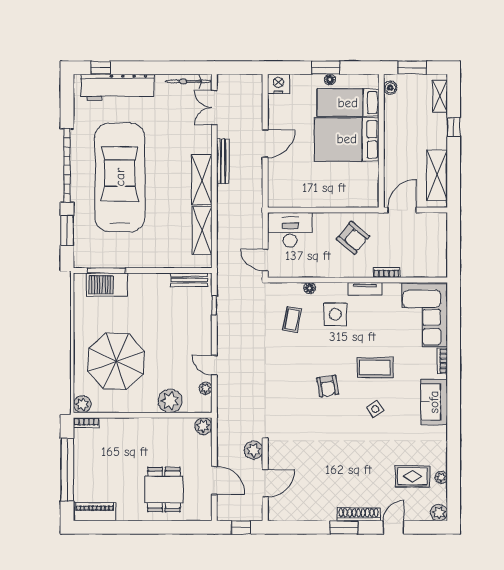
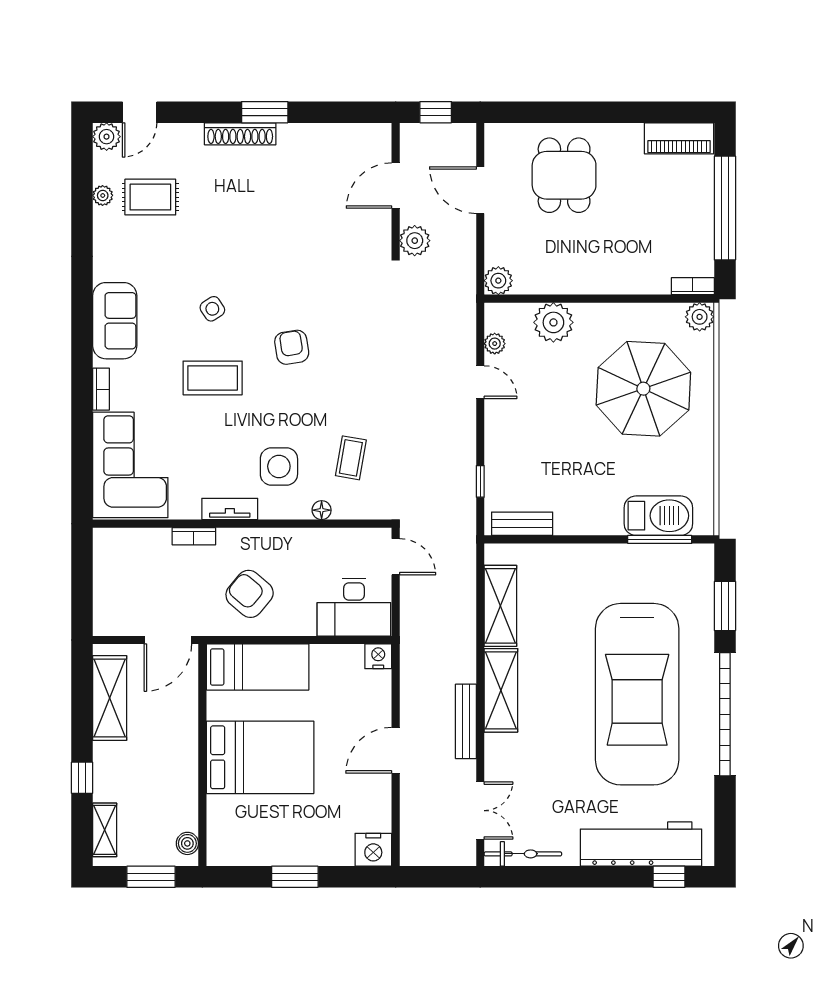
floor lamp: (330, 80) -> (288, 857), removed
bed: (348, 103) -> (258, 667), moved
nightstand: (276, 200) -> (378, 656), added
door: (393, 527) -> (140, 112), moved

